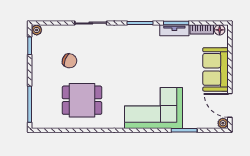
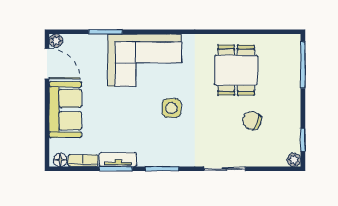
side table: (132, 71) -> (171, 108), added
dining table: (82, 100) -> (236, 70), turned 90

